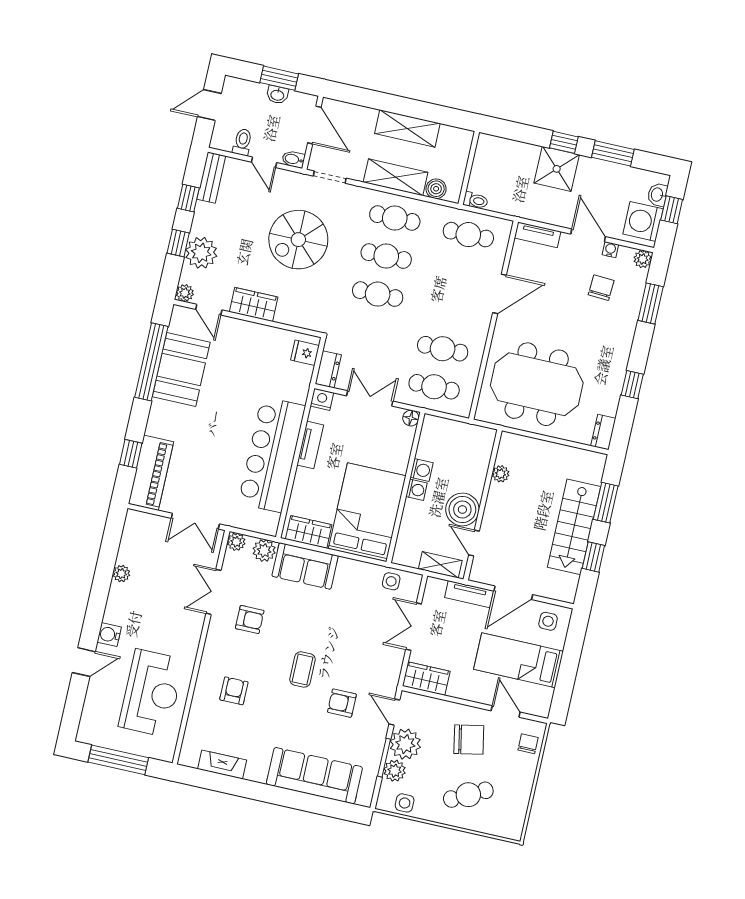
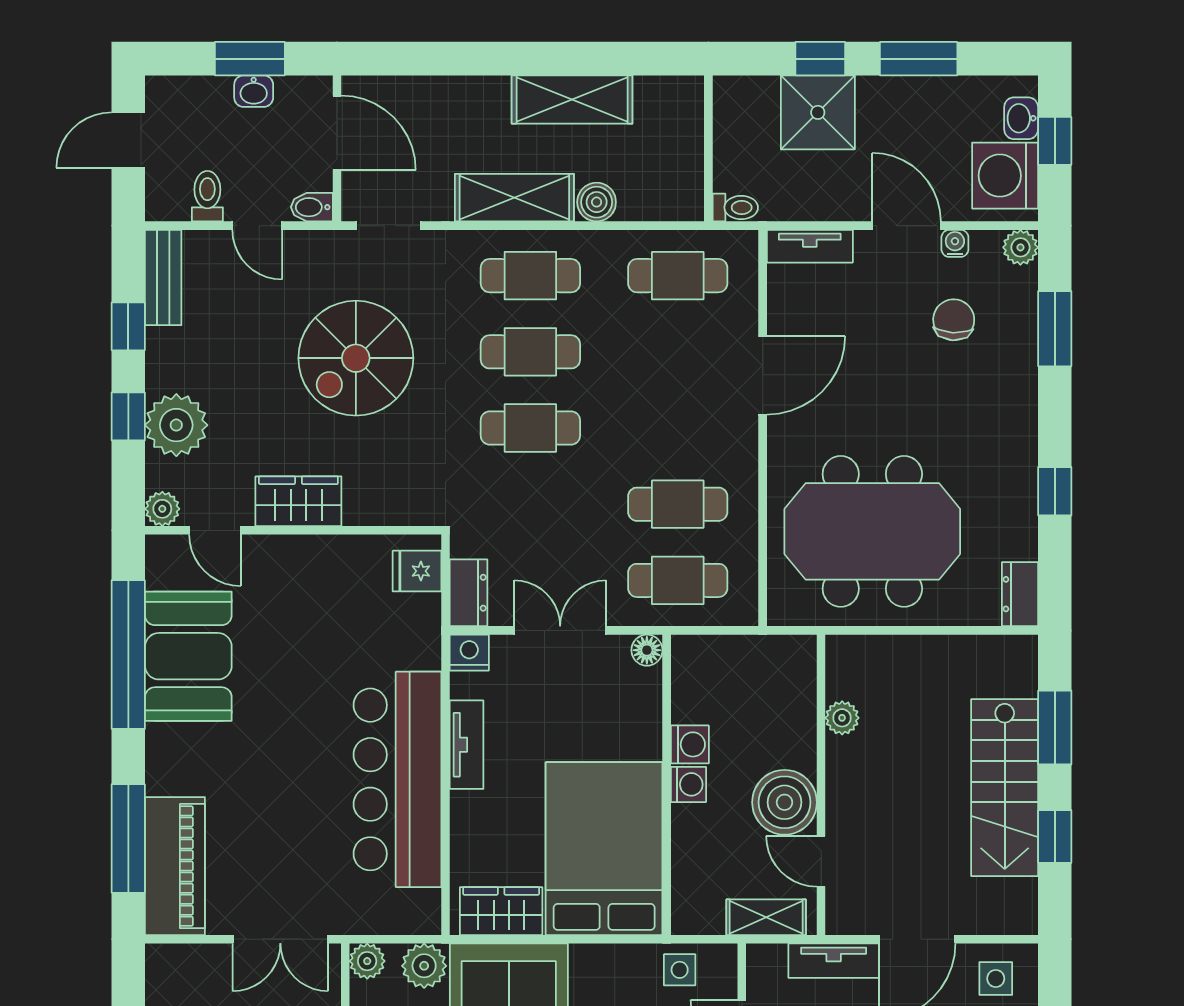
shelving: (407, 128) -> (572, 100), moved
wall: (469, 168) -> (708, 148), moved
toilet: (476, 200) -> (735, 207), moved
window: (131, 454) -> (128, 839), width x2.17

